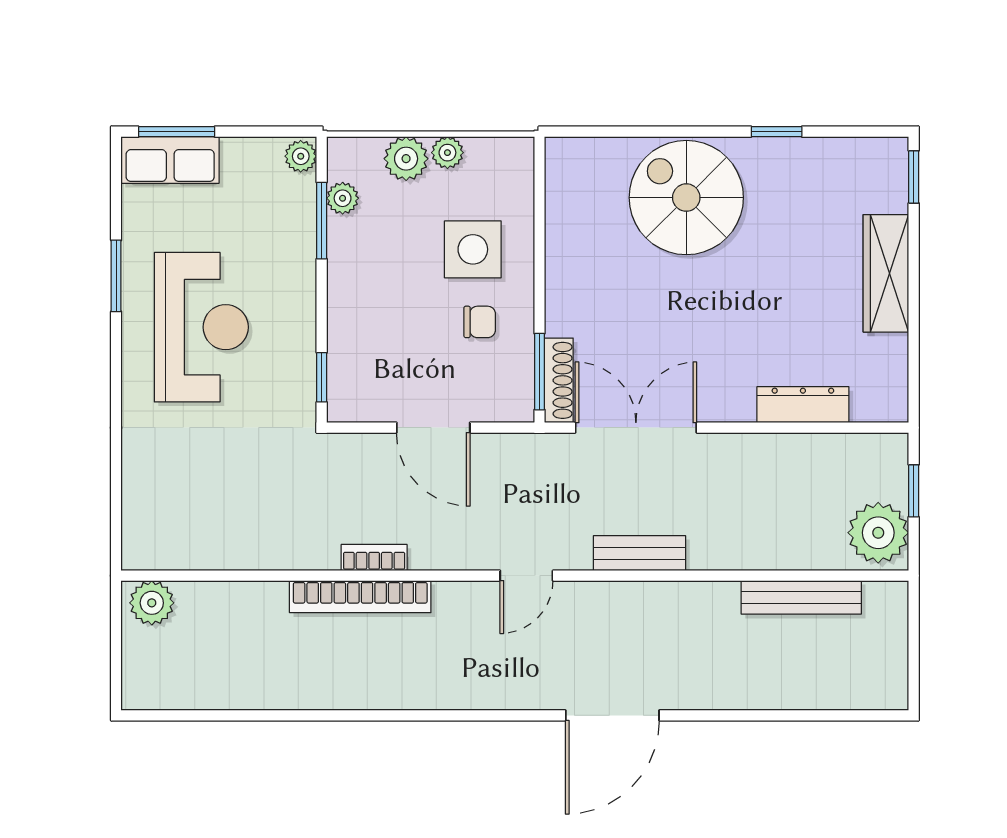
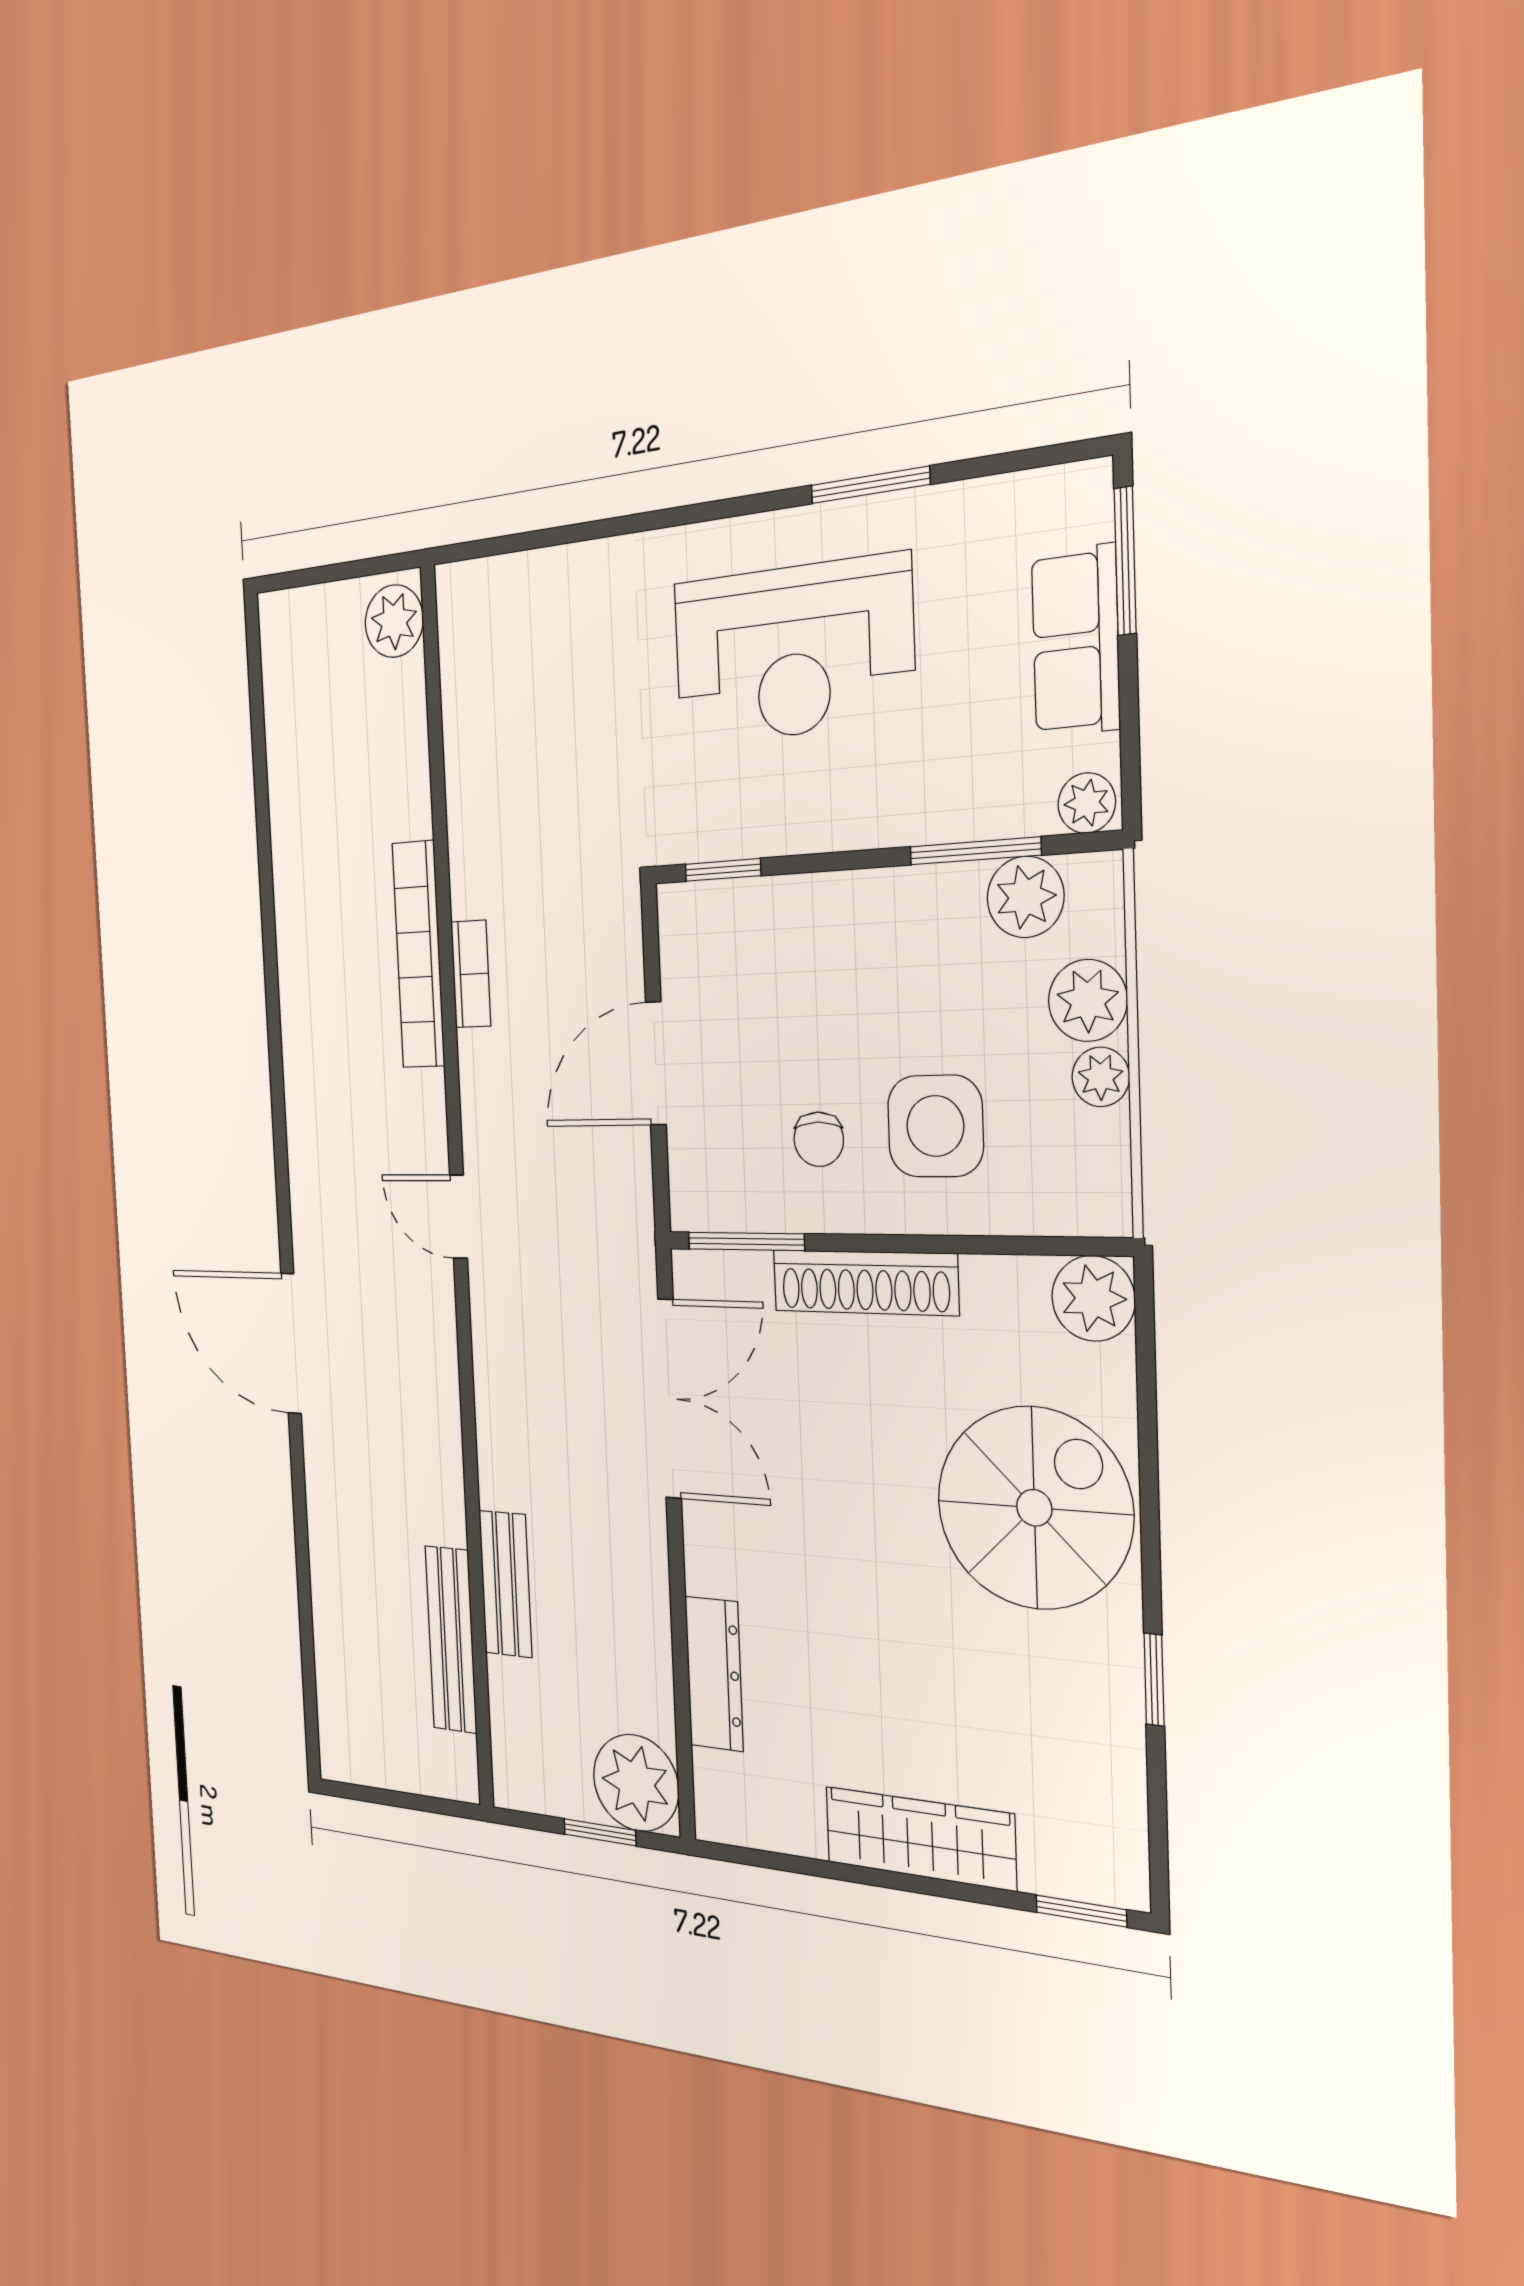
row of seats: (170, 160) -> (1076, 641), moved
plant: (568, 160) -> (1093, 1298), added
plant: (343, 198) -> (1025, 897), width x1.38, depth x1.38
shoe rack: (559, 380) -> (865, 1283), moved, width x1.36, depth x1.24
plant: (878, 533) -> (636, 1783), moved
bench: (640, 553) -> (505, 1584), moved

